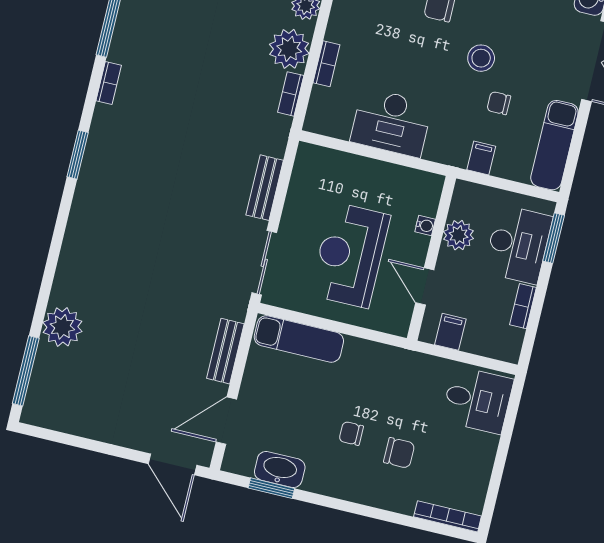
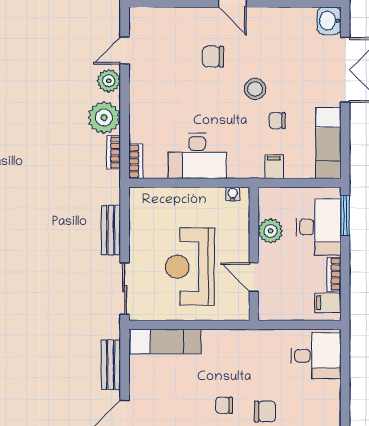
bookcase: (326, 64) -> (136, 161), moved
water cooler: (425, 226) -> (233, 194), moved, turned -90
filing cabinet: (450, 332) -> (328, 303), moved, turned -90

